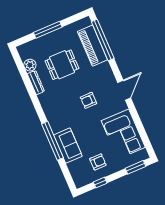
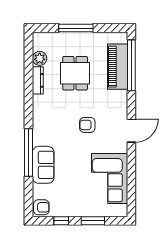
dining table: (62, 65) -> (75, 73), turned 90
armchair: (98, 162) -> (41, 207), moved
window: (135, 167) -> (93, 221), moved

